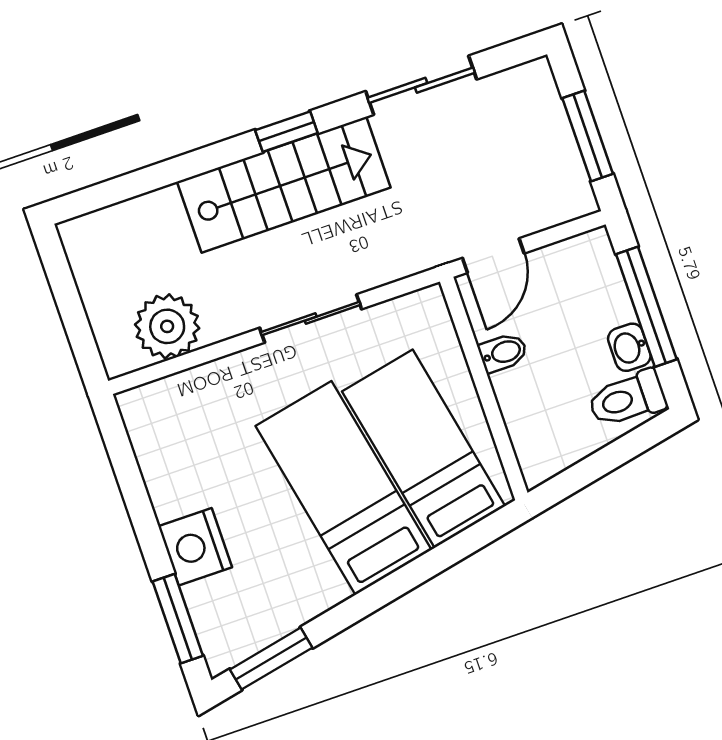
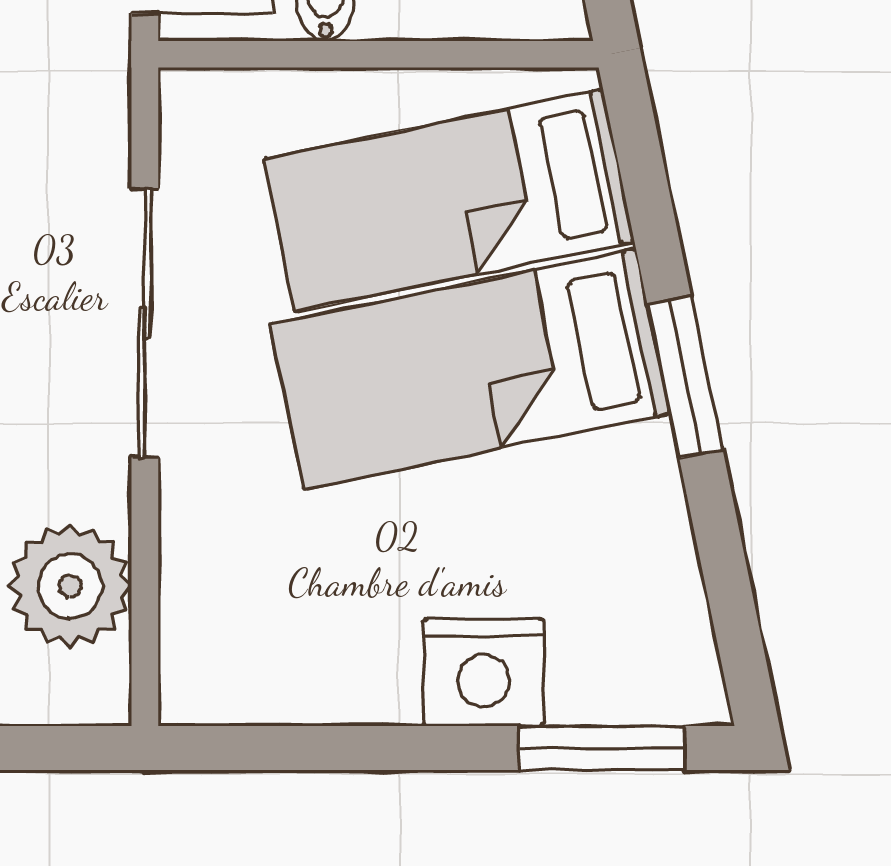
sliding door: (311, 319) -> (145, 323), width x1.37
window: (271, 659) -> (685, 377), moved

